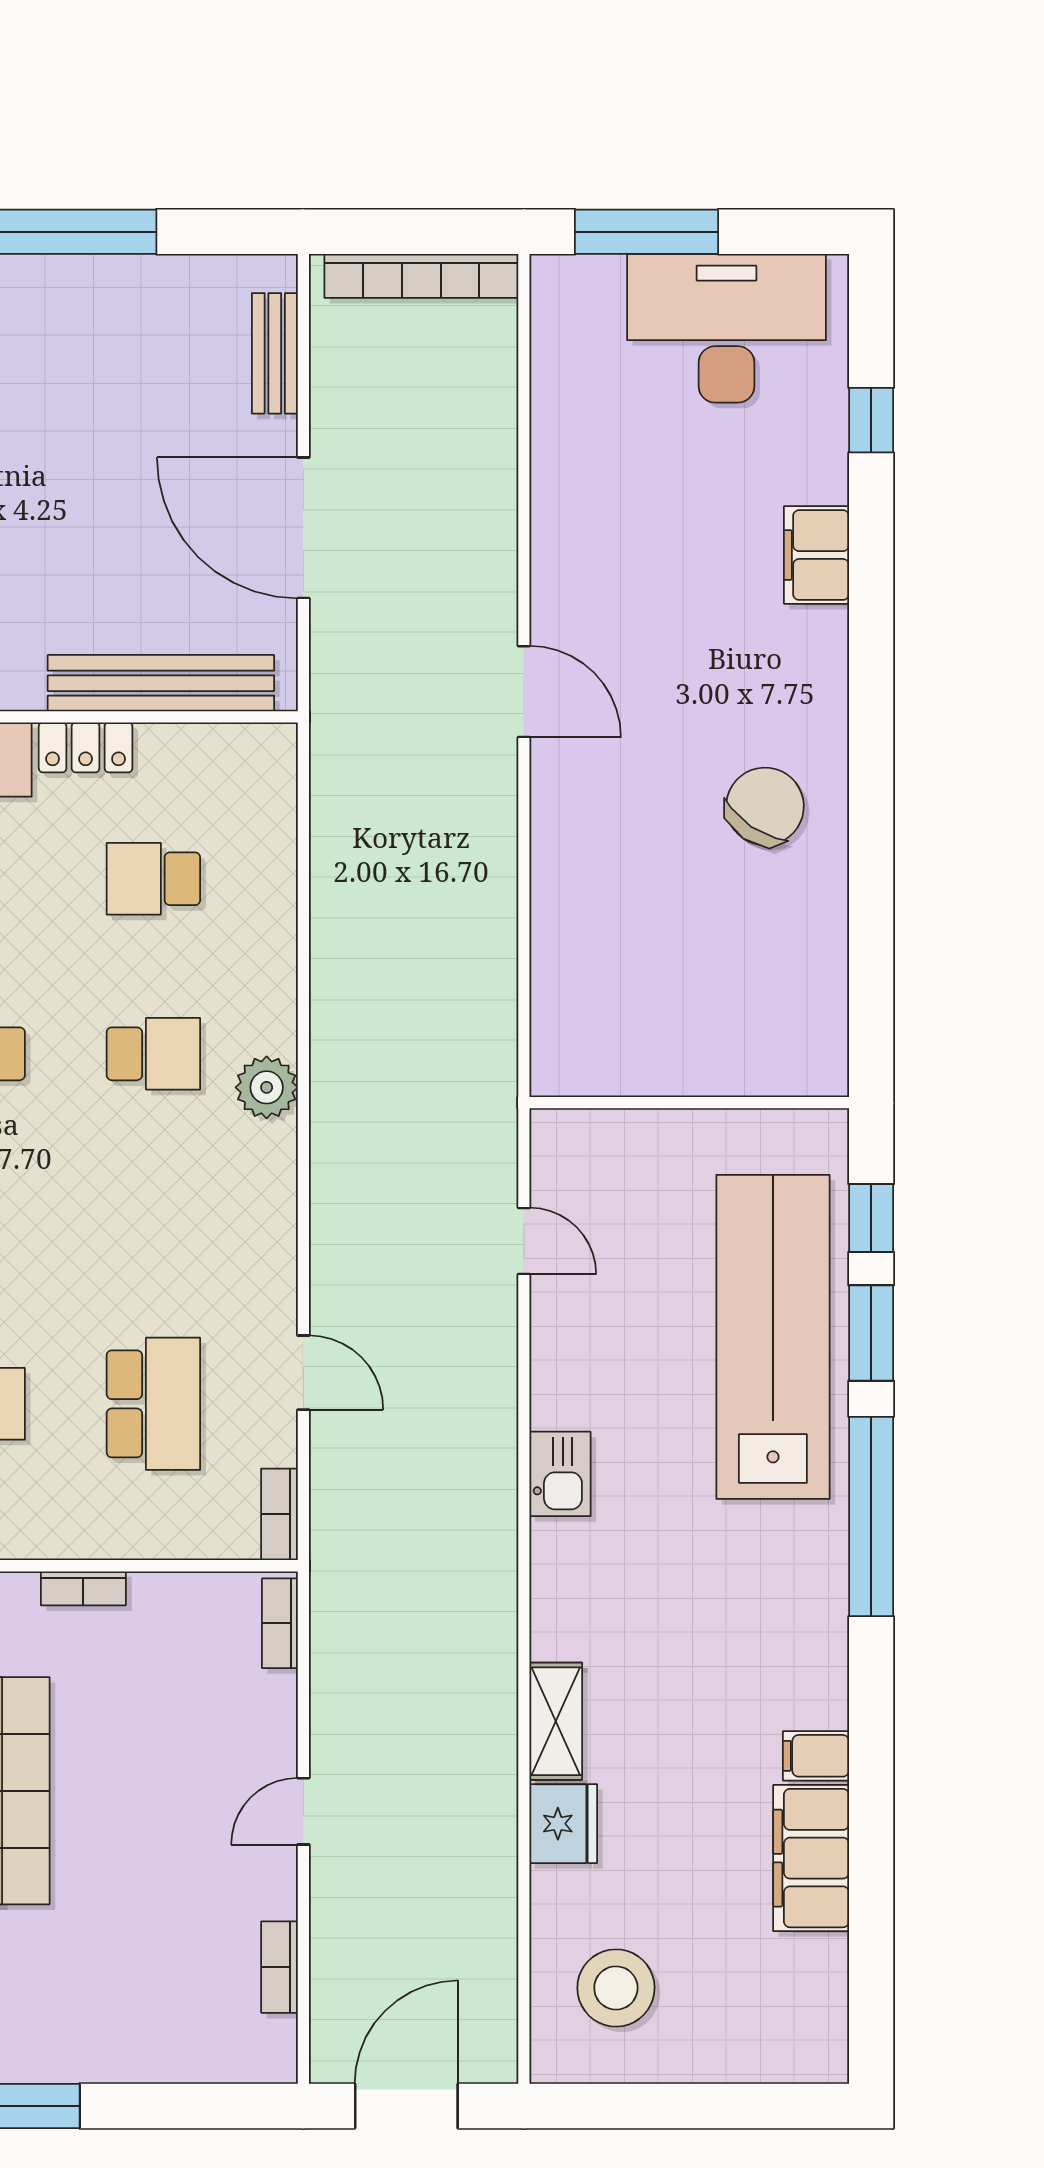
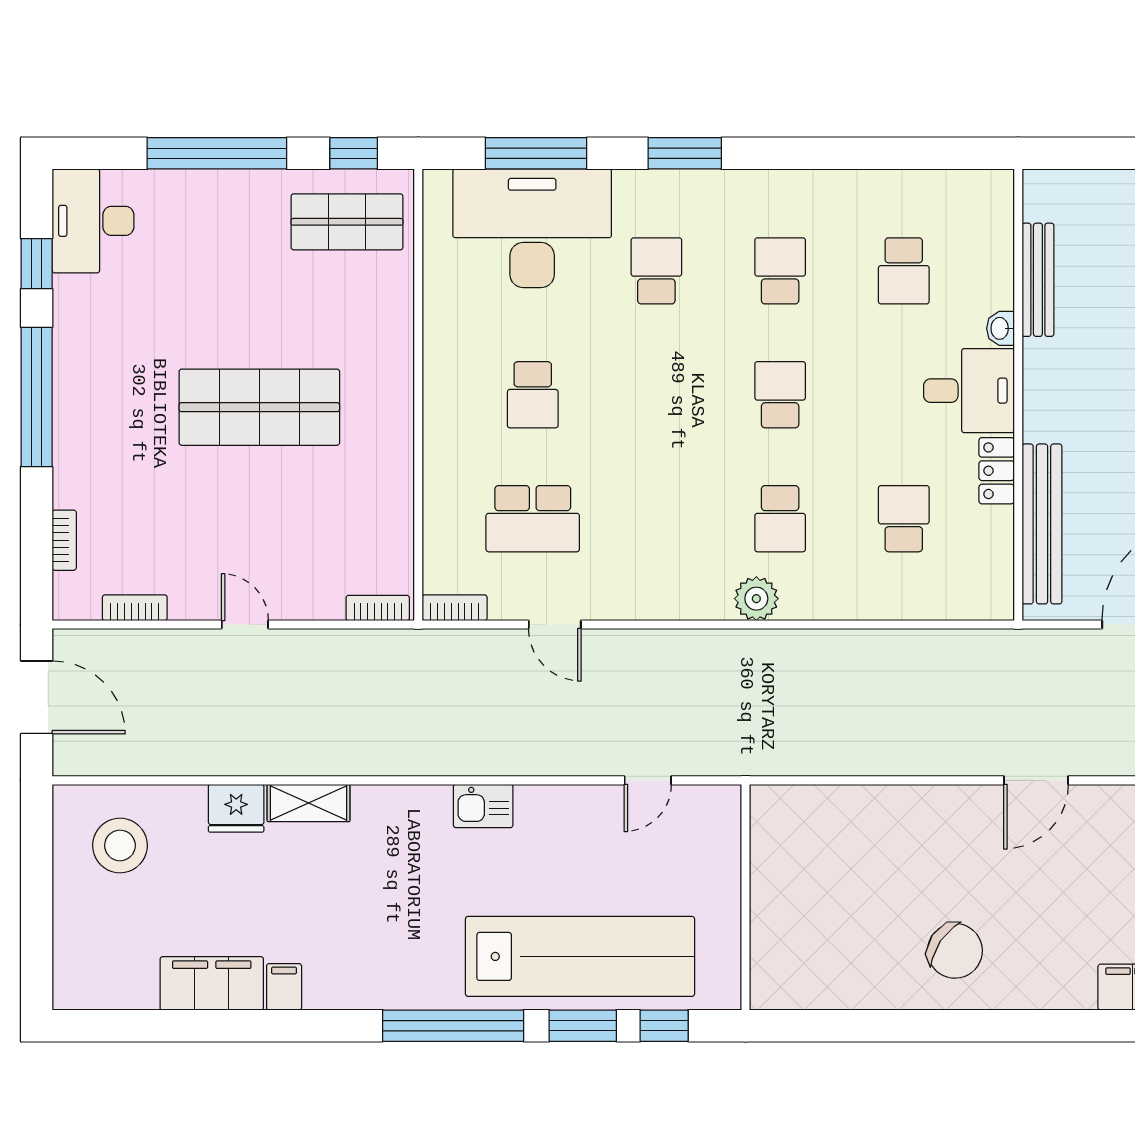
door: (303, 1373) -> (555, 625), hinge flipped
bookcase: (83, 1588) -> (64, 540), moved, turned 180

